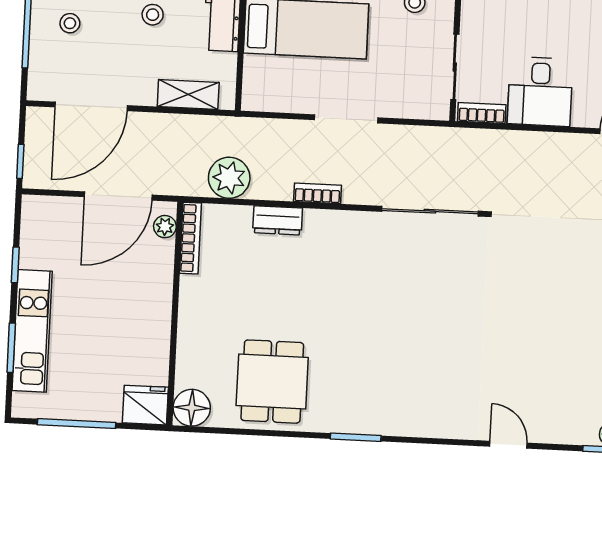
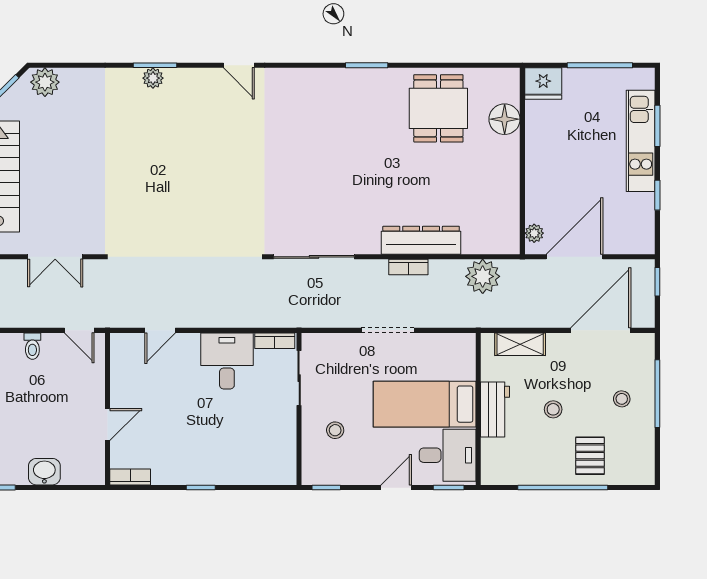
dresser: (278, 220) -> (421, 240), width x1.96, depth x1.24
bookcase: (191, 238) -> (512, 225), removed
floor lamp: (192, 408) -> (505, 119), moved

